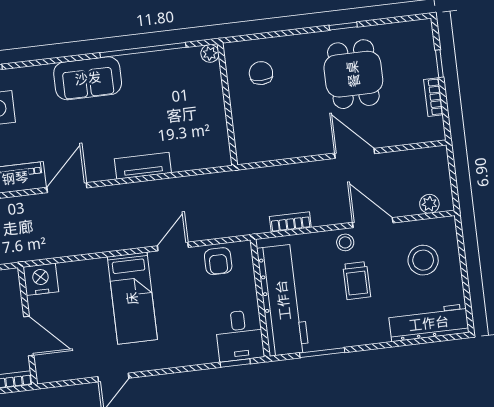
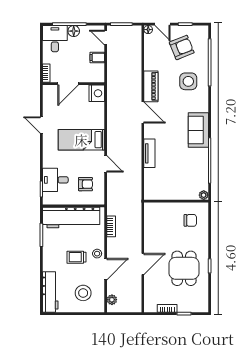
dining table: (353, 74) -> (184, 268), turned 90
armchair: (218, 261) -> (85, 184), moved, turned 180
desk: (239, 336) -> (55, 180), moved

